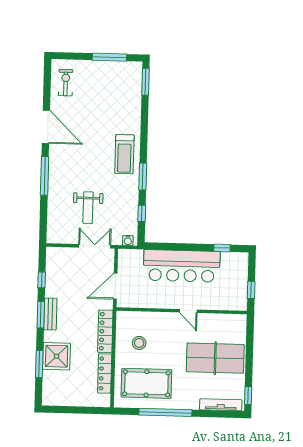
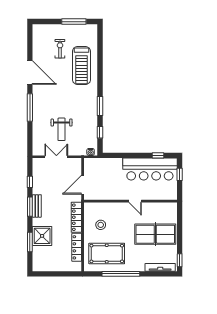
window: (145, 82) -> (100, 38), removed
exercise bike: (66, 83) -> (60, 49), moved
treadmill: (124, 154) -> (81, 66), moved, width x1.37, depth x1.38
double door: (95, 246) -> (56, 157), moved
bar counter: (182, 266) -> (150, 169), moved
window: (251, 290) -> (180, 174), moved

